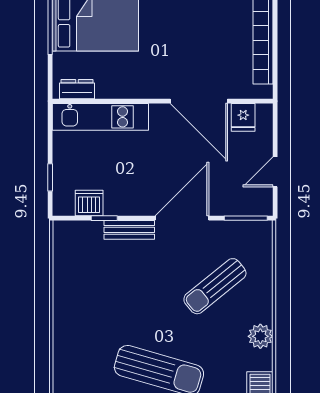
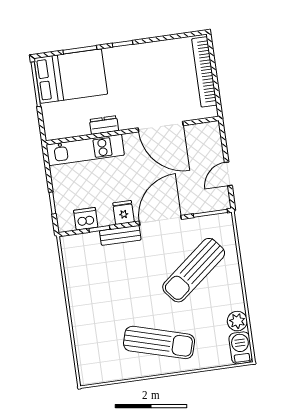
dresser: (77, 89) -> (104, 125), moved
fridge: (243, 117) -> (123, 212), moved, turned 180
sun lounger: (215, 286) -> (194, 270), width x1.36, depth x1.34
plant: (260, 336) -> (237, 321), moved

